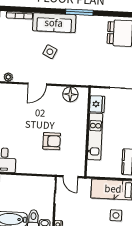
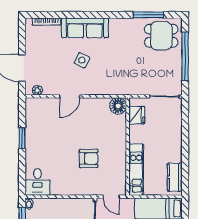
window: (79, 12) -> (148, 15), moved
floor lamp: (70, 94) -> (118, 106), moved
kitchen unit: (95, 136) -> (136, 170), moved

